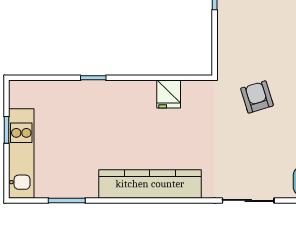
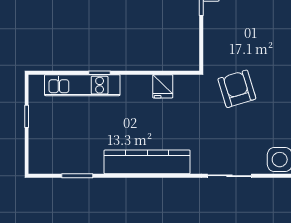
armchair: (257, 97) -> (237, 89), width x1.38, depth x1.38
kitchen unit: (21, 153) -> (82, 85), moved, turned 90

